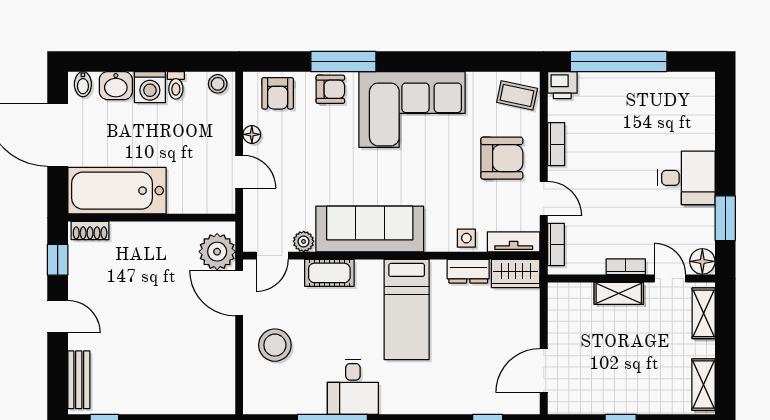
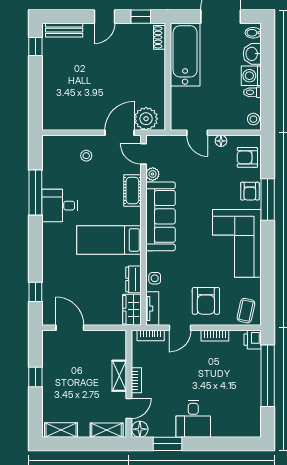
door: (239, 172) -> (197, 133), hinge flipped
stool: (275, 345) -> (86, 156), width x0.53, depth x0.53

